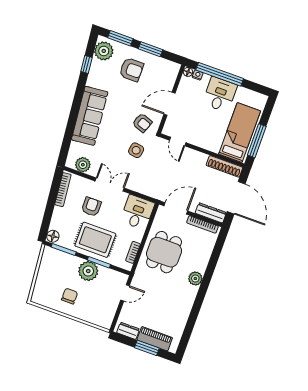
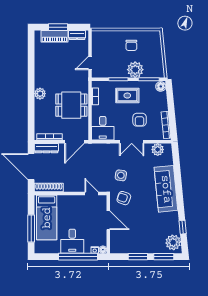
armchair: (131, 70) -> (147, 236), removed
door: (169, 104) -> (108, 220), hinge flipped
window: (257, 141) -> (31, 228), moved
rug: (95, 240) -> (127, 96), width x0.73, depth x0.70
dining table: (164, 252) -> (71, 105), turned 90
plant: (88, 271) -> (135, 70), moved

